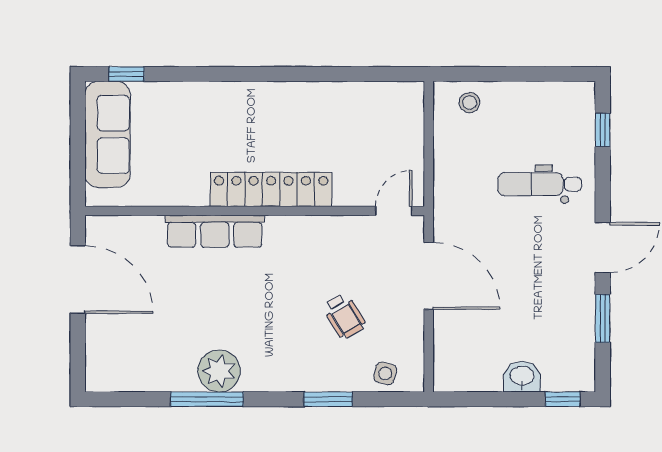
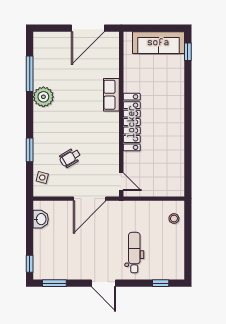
row of seats: (215, 231) -> (111, 95), width x0.68
window: (603, 318) -> (54, 283), moved
washbasin: (522, 377) -> (41, 219), moved
window: (207, 399) -> (30, 74), moved

